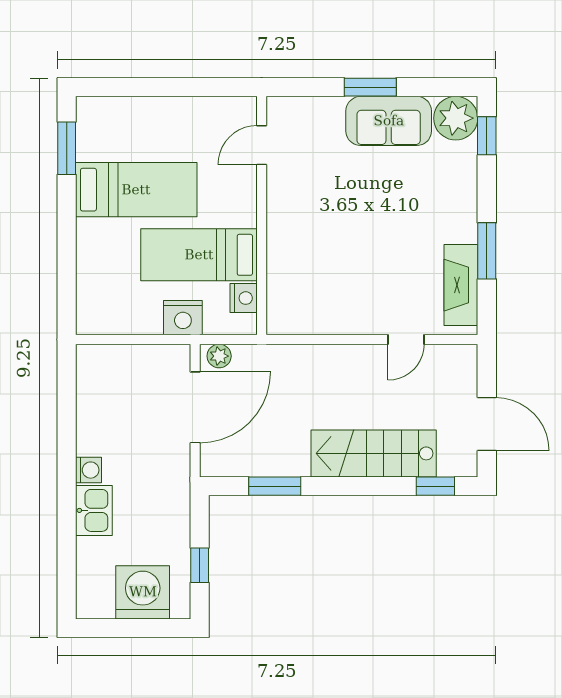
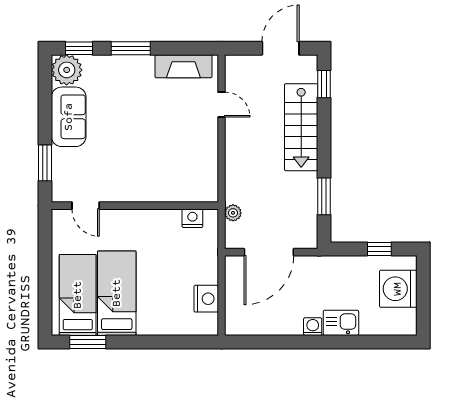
window: (370, 87) -> (45, 163), moved
window: (487, 251) -> (131, 48), moved
bed: (199, 255) -> (78, 295), moved, turned 180
nightstand: (183, 318) -> (206, 299), moved
plant: (219, 356) -> (233, 213), moved
door: (195, 407) -> (269, 252), swing flipped

